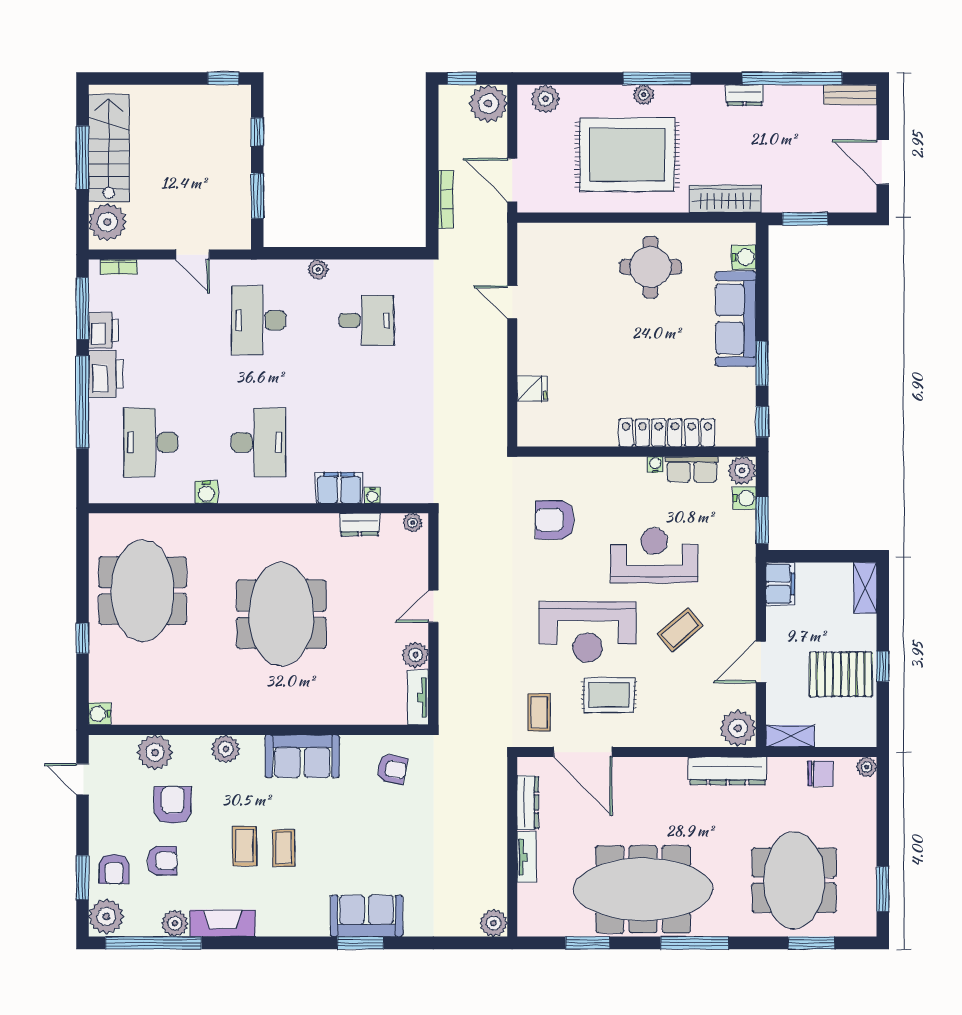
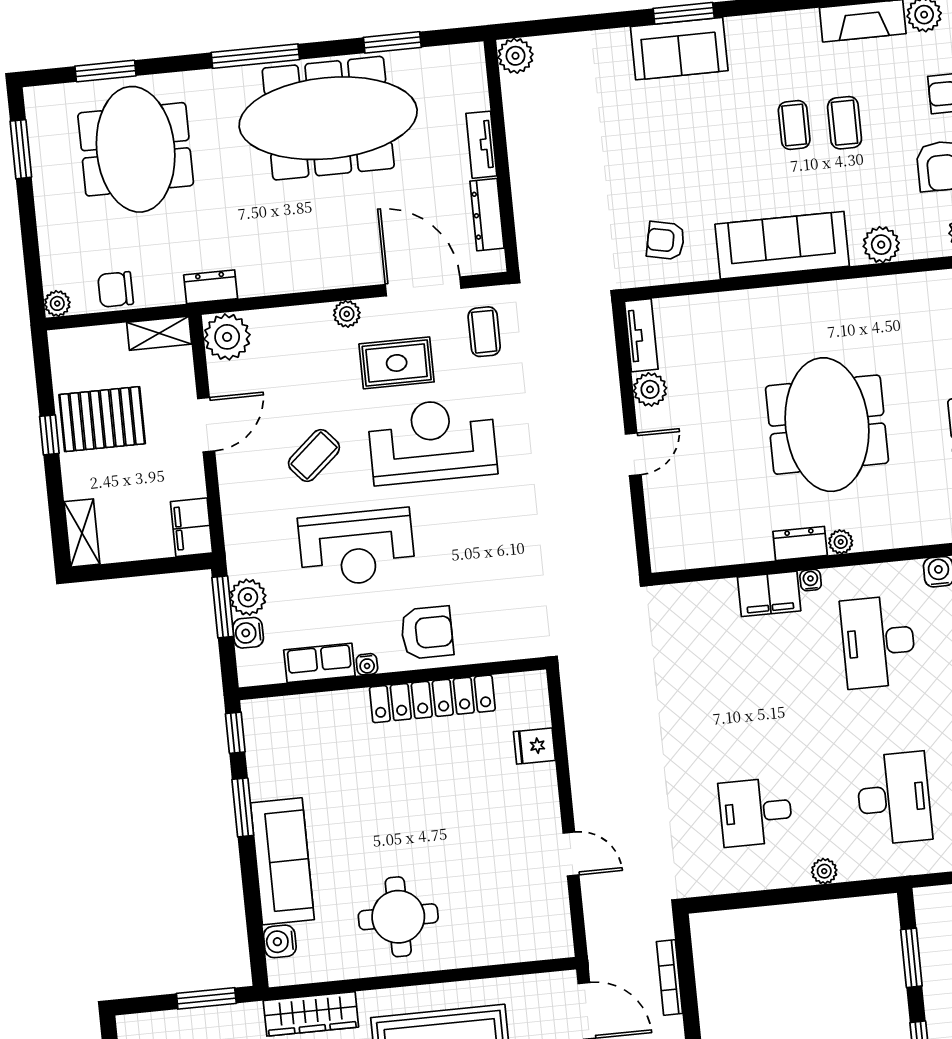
locker: (667, 433) -> (432, 699), moved
plant: (742, 471) -> (248, 597), moved
water cooler: (372, 495) -> (811, 580), moved
armchair: (555, 520) -> (427, 633), moved
plant: (413, 523) -> (841, 542), moved
dresser: (360, 524) -> (800, 543), moved
plant: (644, 737) -> (347, 314), added
sofa: (302, 756) -> (782, 245), width x1.36
dresser: (728, 771) -> (211, 287), width x0.51, depth x0.80

